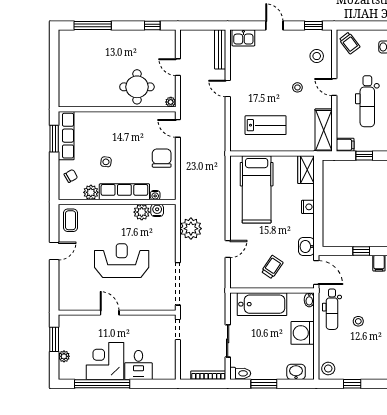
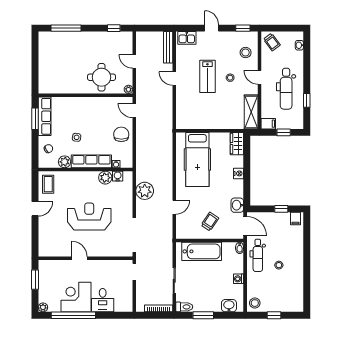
lab bench: (266, 125) -> (207, 76), moved, turned 90
washing machine: (303, 333) -> (239, 279), width x0.53, depth x0.53
plant: (64, 356) -> (43, 307), moved

